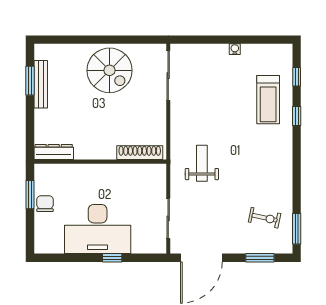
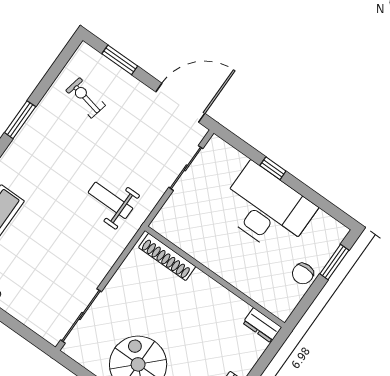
dresser: (54, 152) -> (262, 325), width x0.70
weight bench: (202, 163) -> (110, 200), turned 90
window: (30, 195) -> (334, 262), moved
window: (297, 229) -> (20, 120), moved

